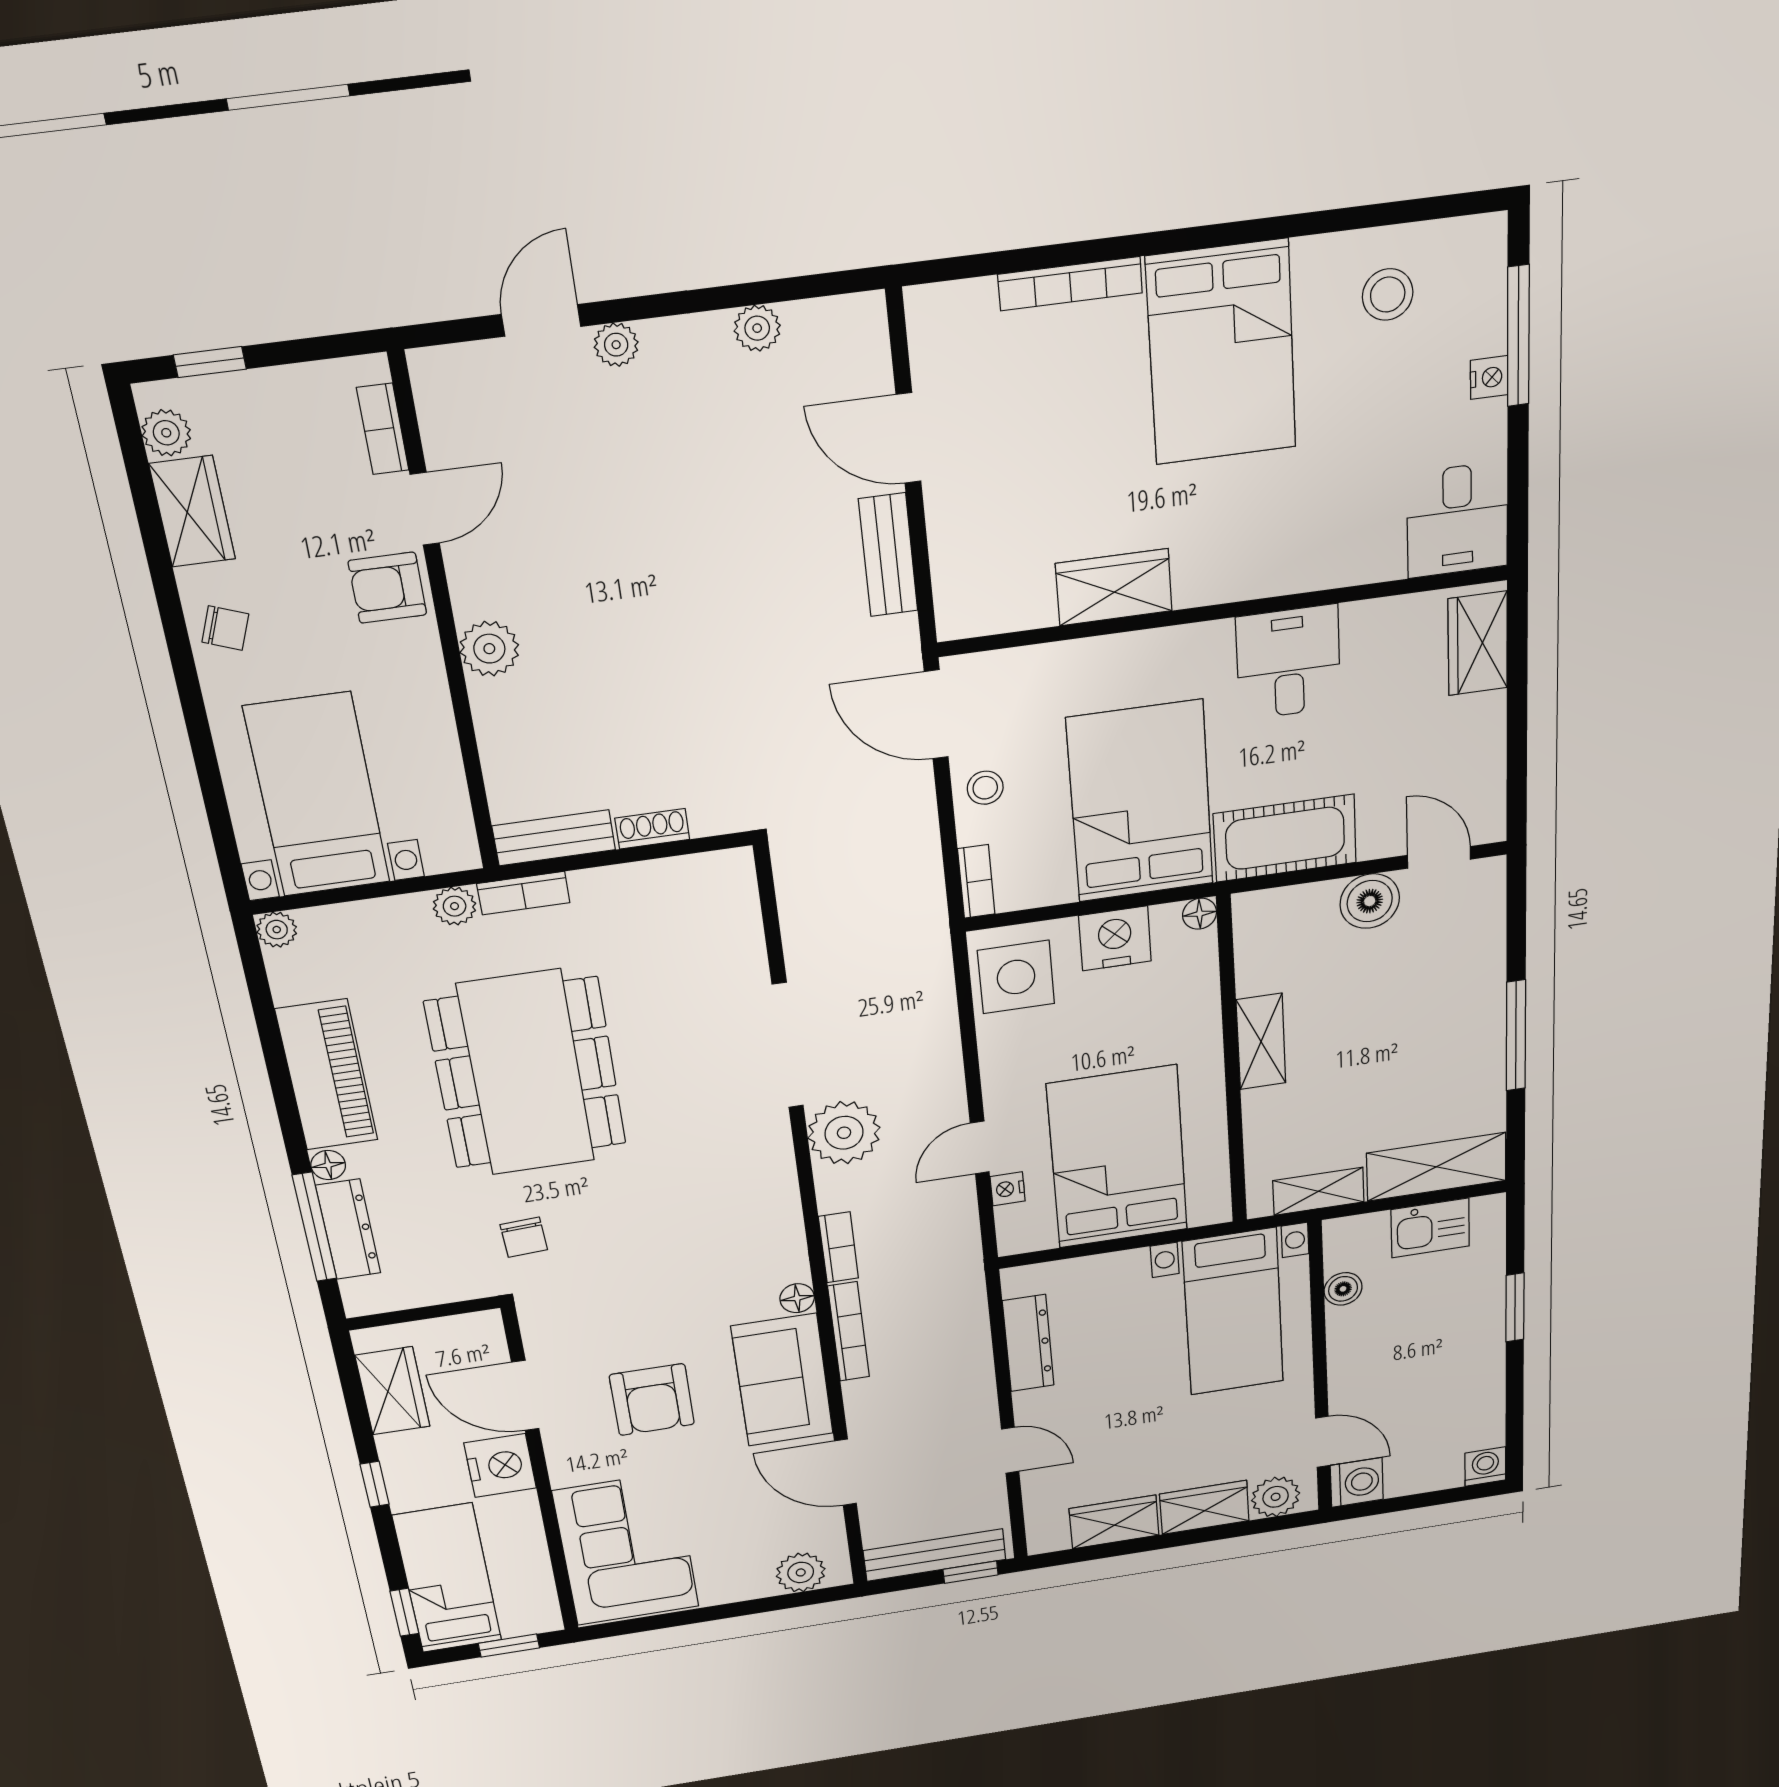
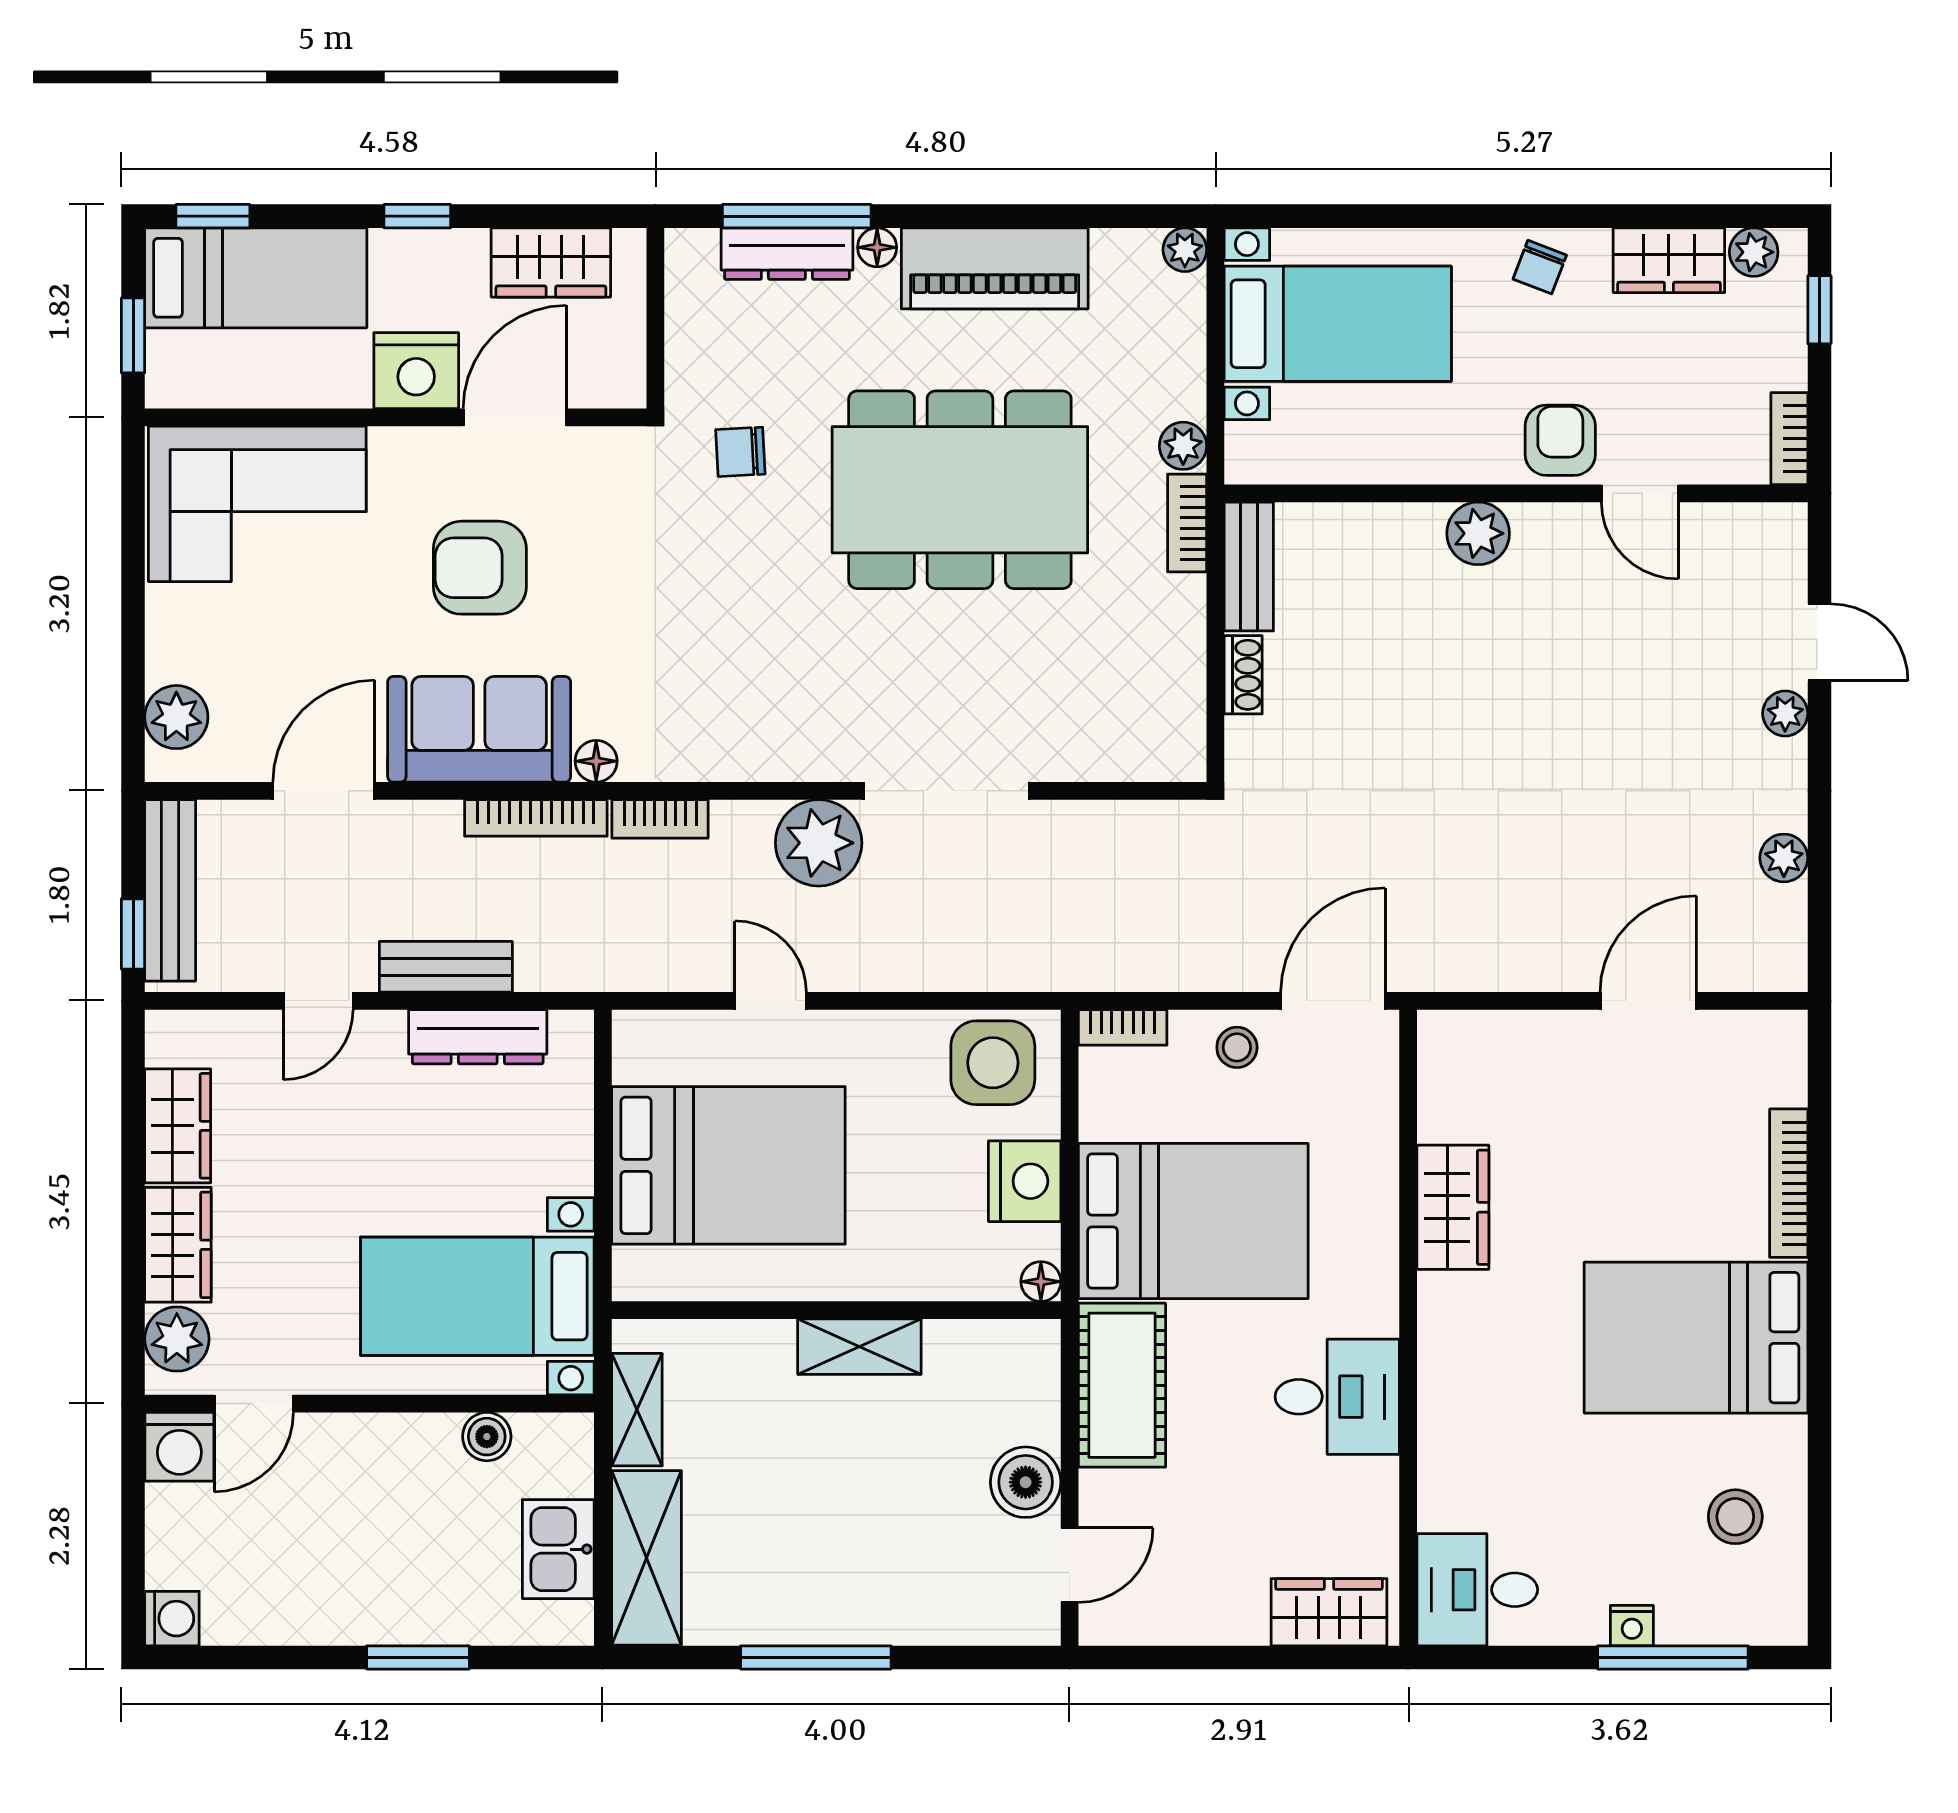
bookcase: (383, 429) -> (1789, 439), moved, turned -90
bench: (888, 555) -> (446, 967), moved
nightstand: (1008, 1189) -> (707, 1030), removed

